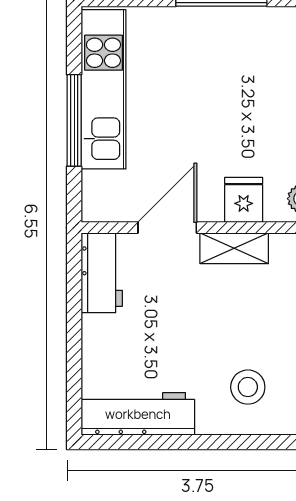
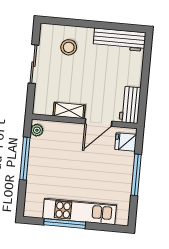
kitchen unit: (104, 89) -> (80, 211), moved, turned 90
fridge: (244, 200) -> (126, 142), moved, turned 90

